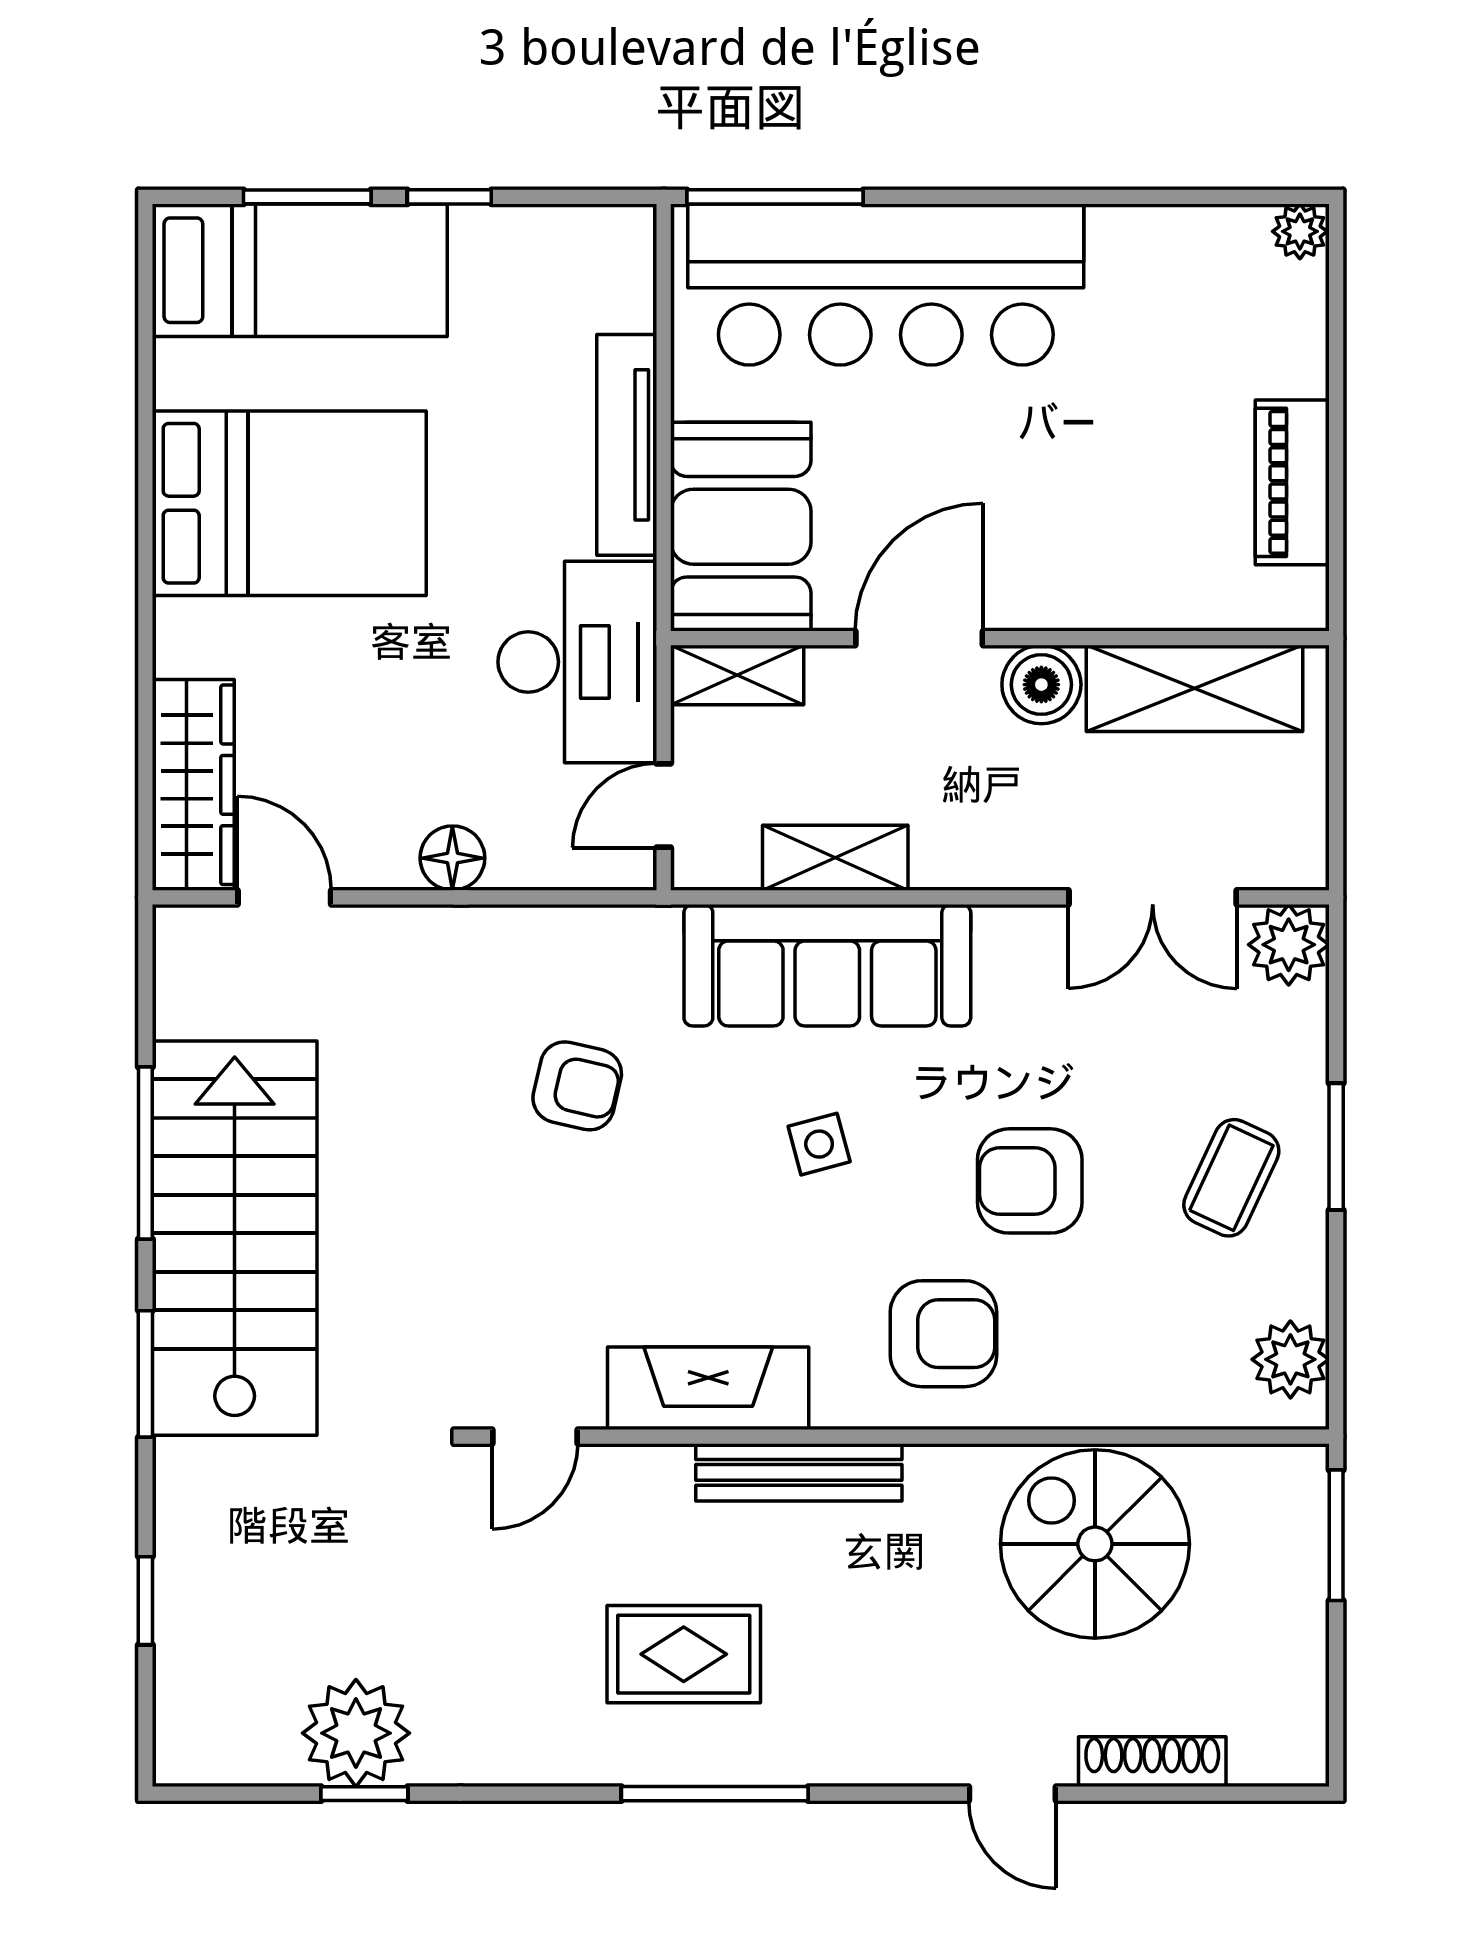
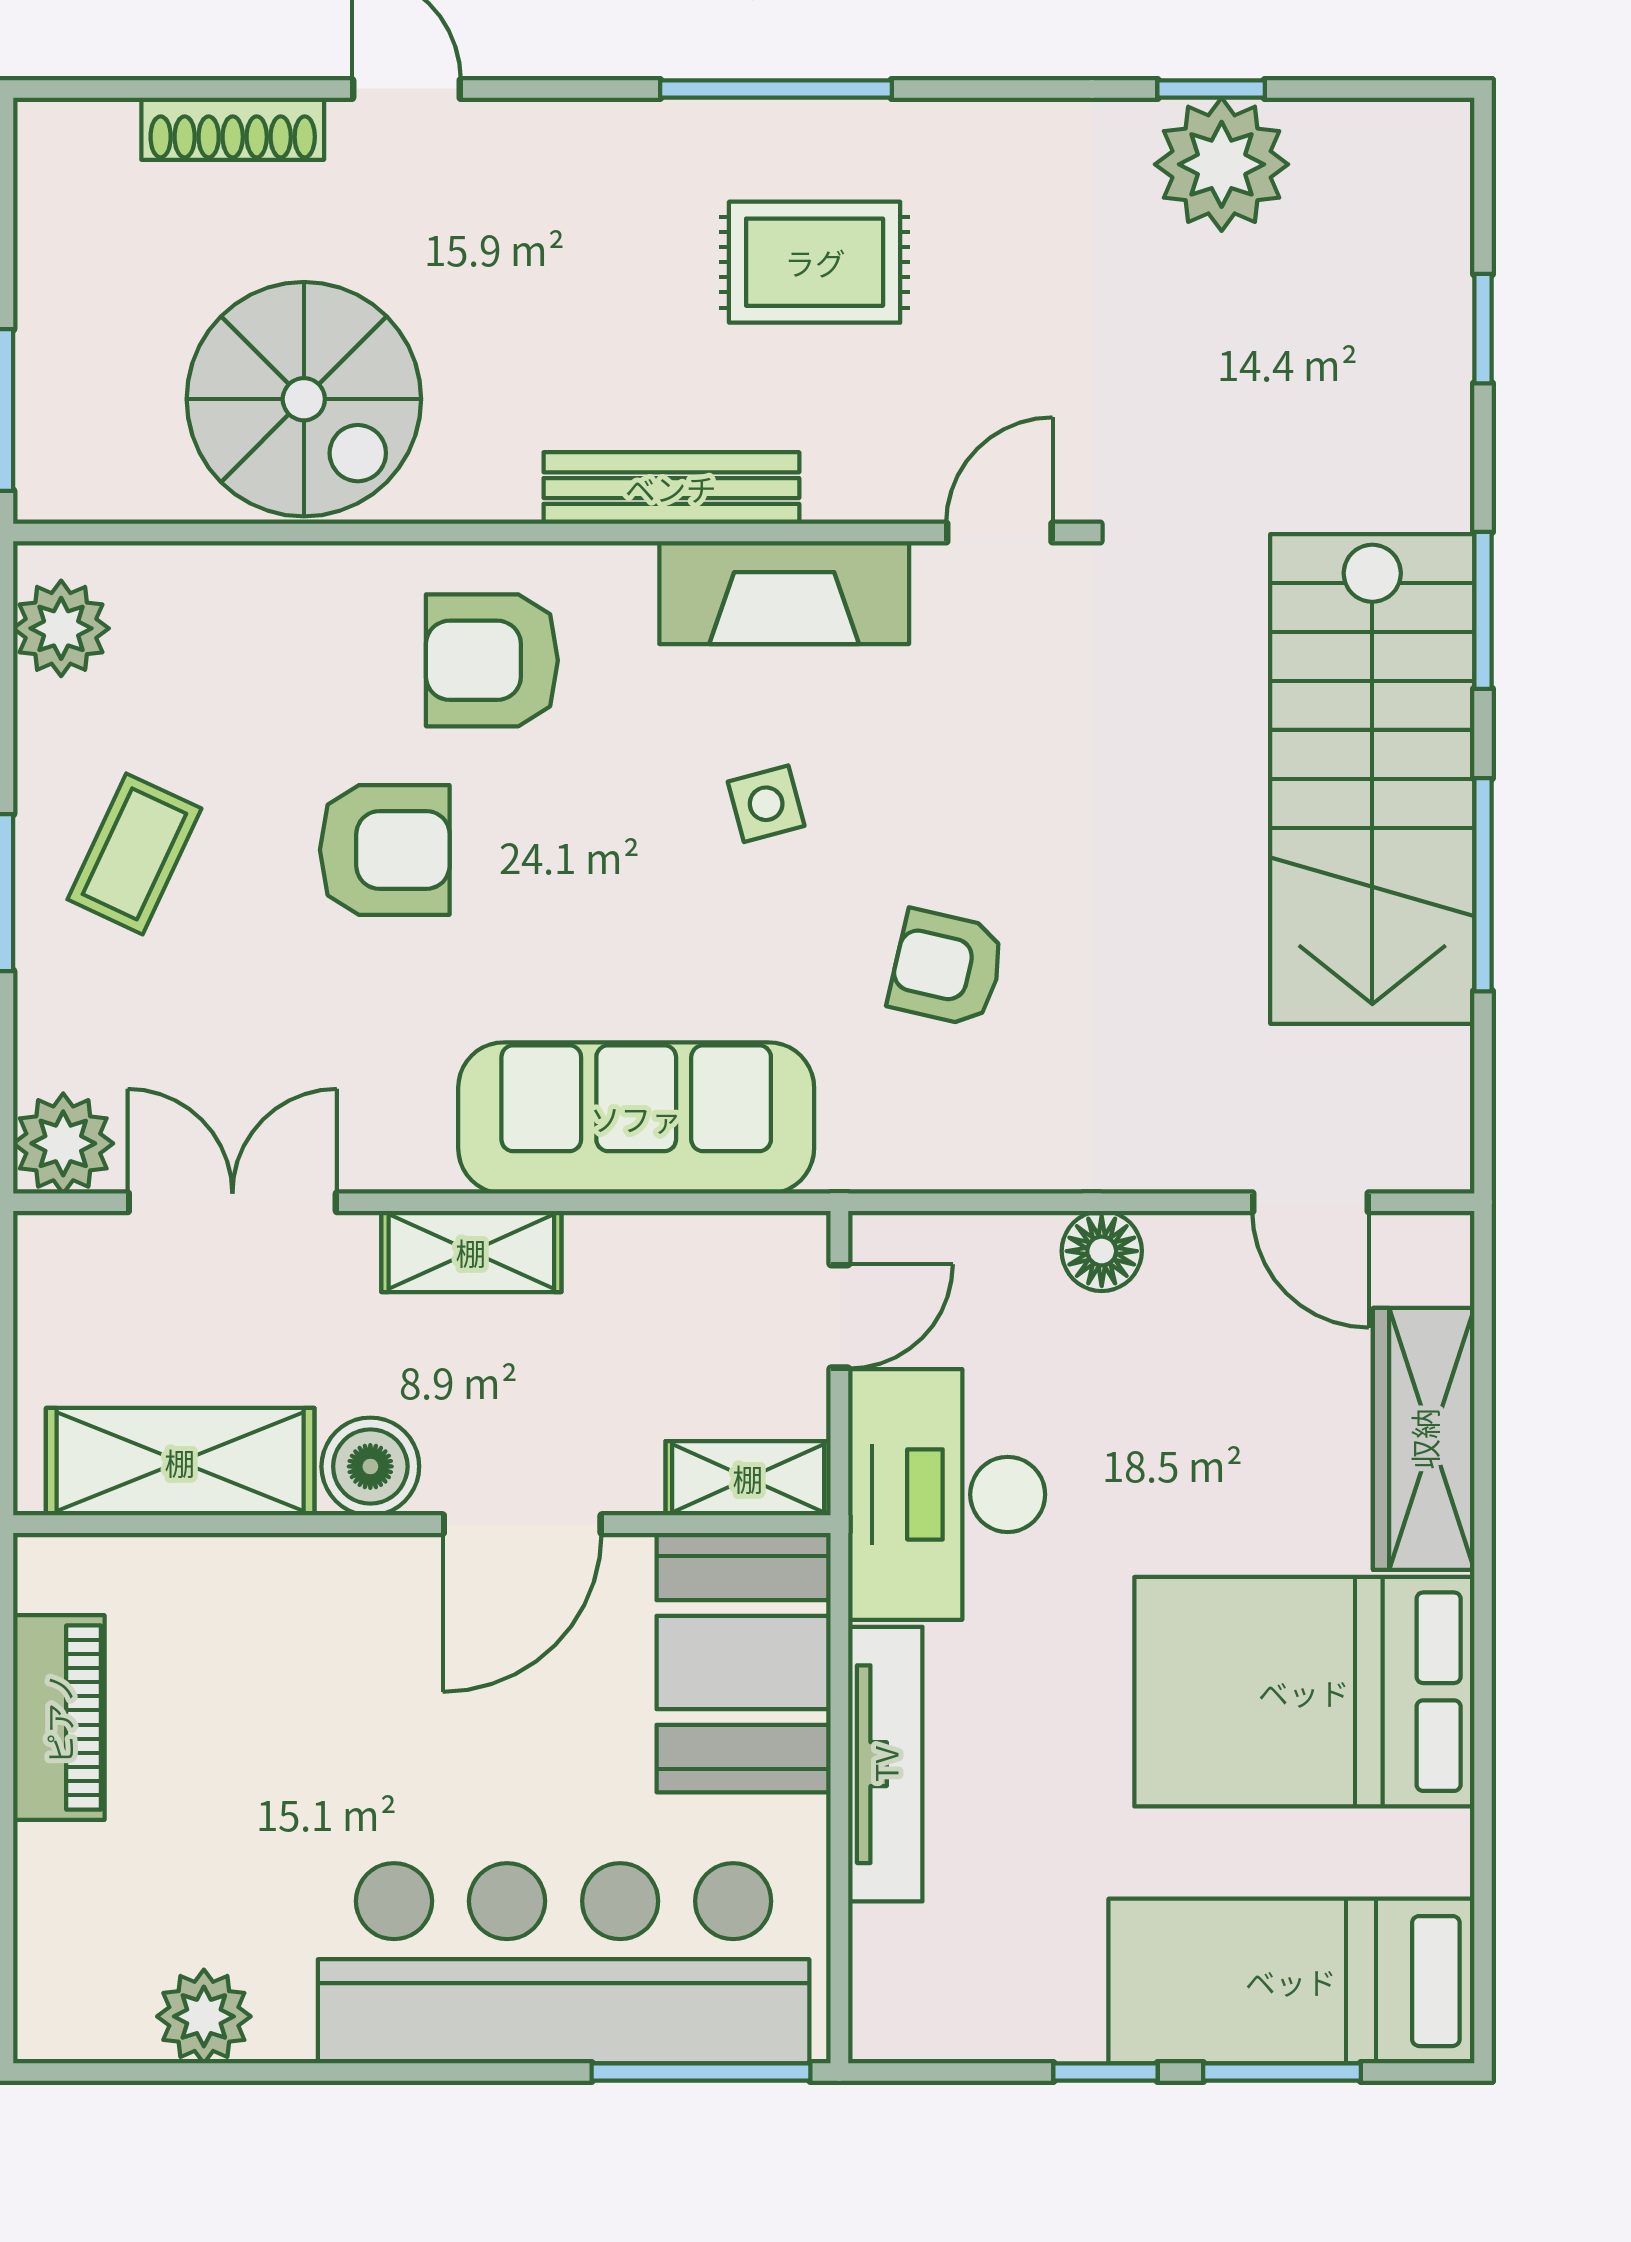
plant: (1300, 231) -> (204, 2016), moved, width x1.38, depth x1.38
wardrobe: (193, 785) -> (1424, 1439), moved
shelving: (835, 858) -> (471, 1252), moved
side table: (819, 1144) -> (766, 804), moved

